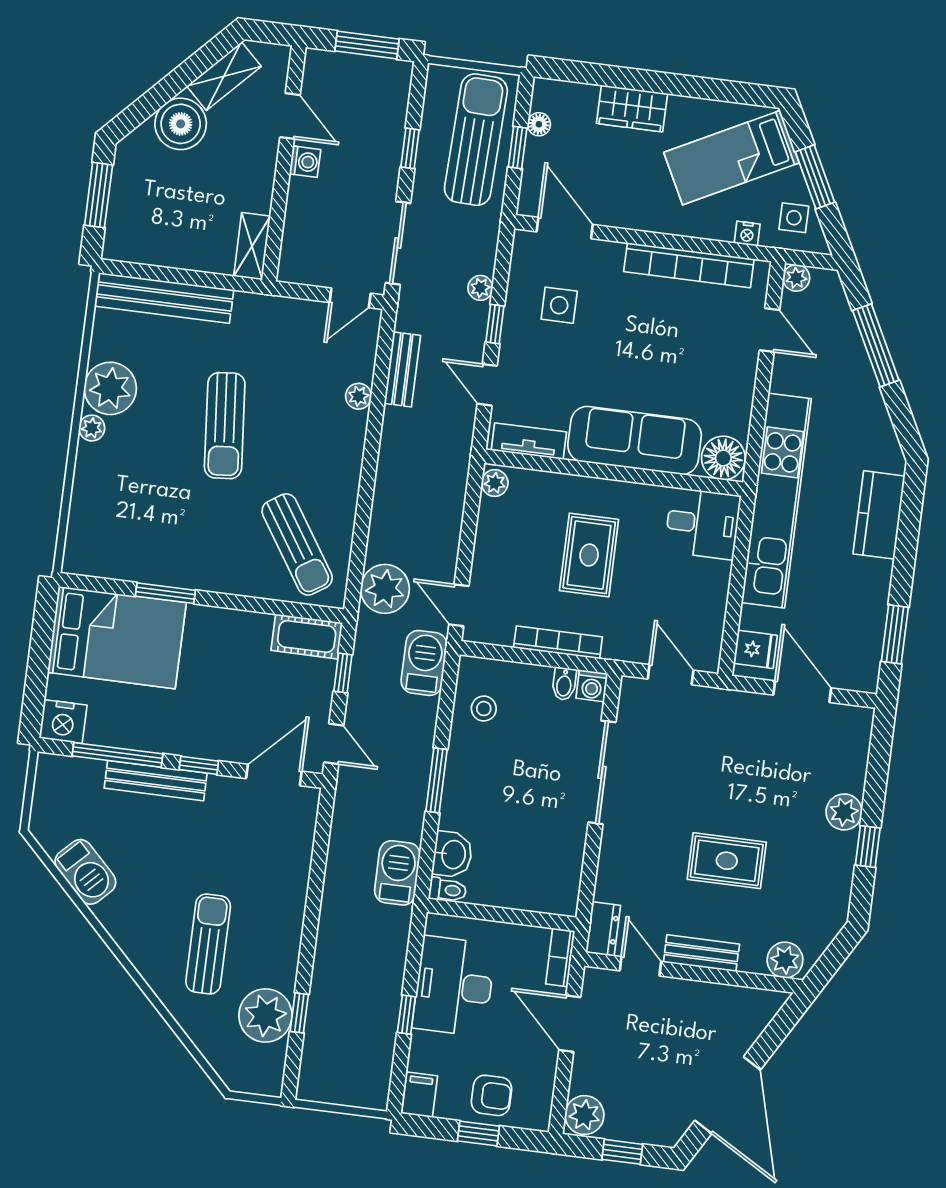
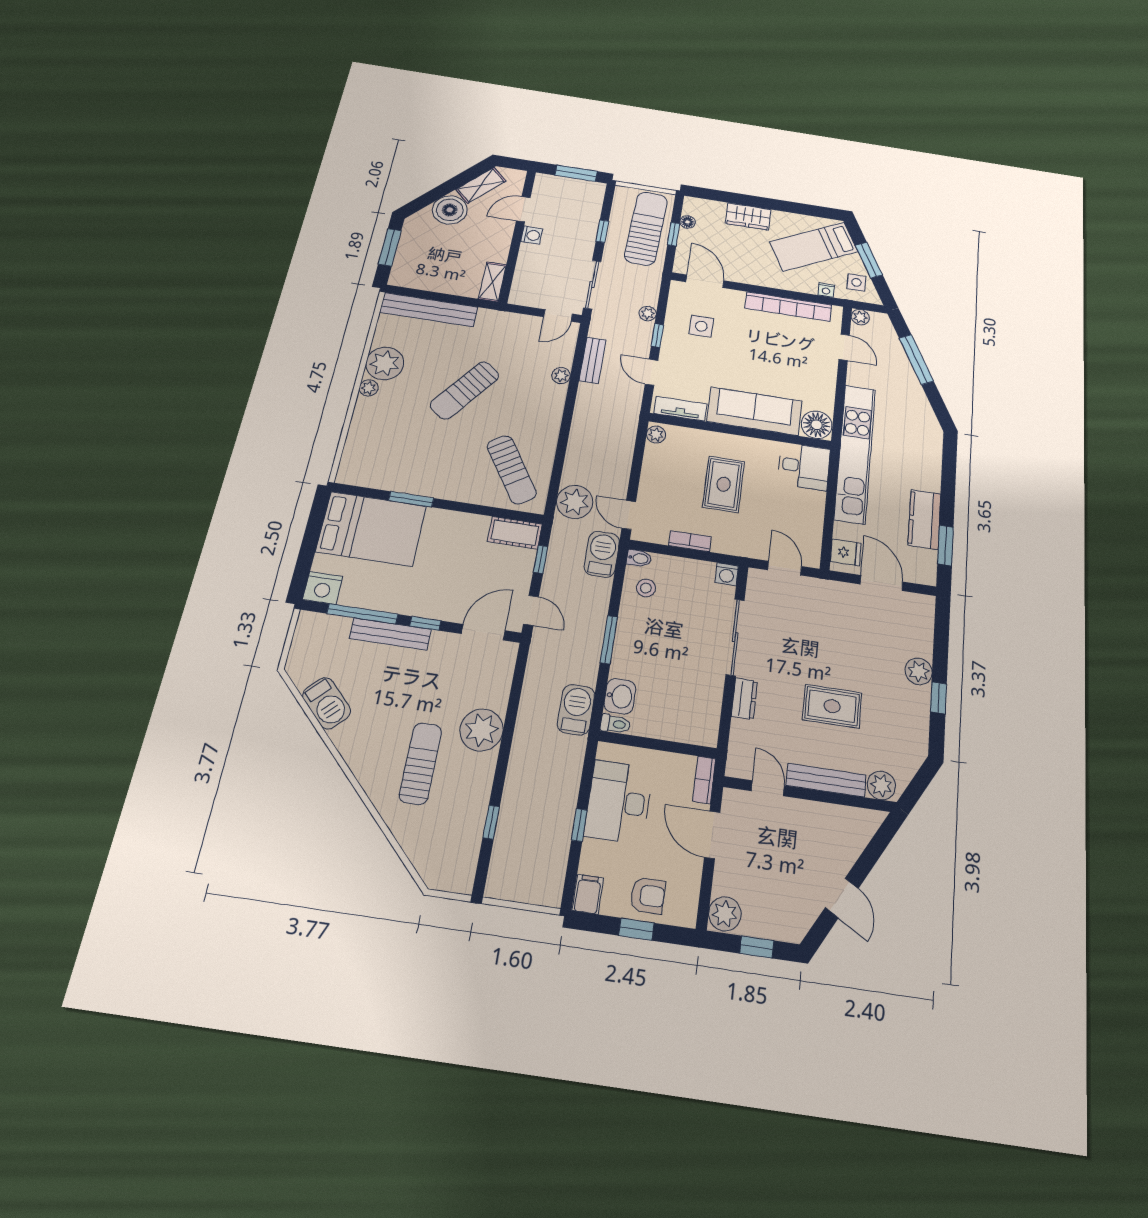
door: (290, 116) -> (523, 209), swing flipped
sun lounger: (225, 426) -> (465, 390), turned 42
kitchen counter: (879, 515) -> (924, 519), moved
bookcase: (558, 642) -> (690, 541), width x0.64
bidet: (564, 684) -> (639, 558), moved, turned -90
dresser: (603, 929) -> (744, 699), moved
bench: (701, 953) -> (826, 780), width x1.36
plant: (265, 1015) -> (481, 730), moved
door: (728, 1095) -> (842, 898), width x0.53

